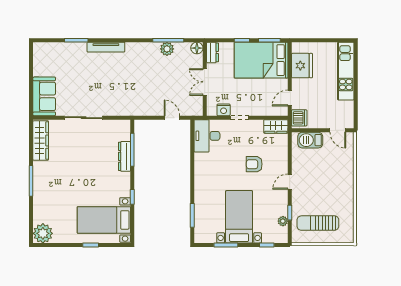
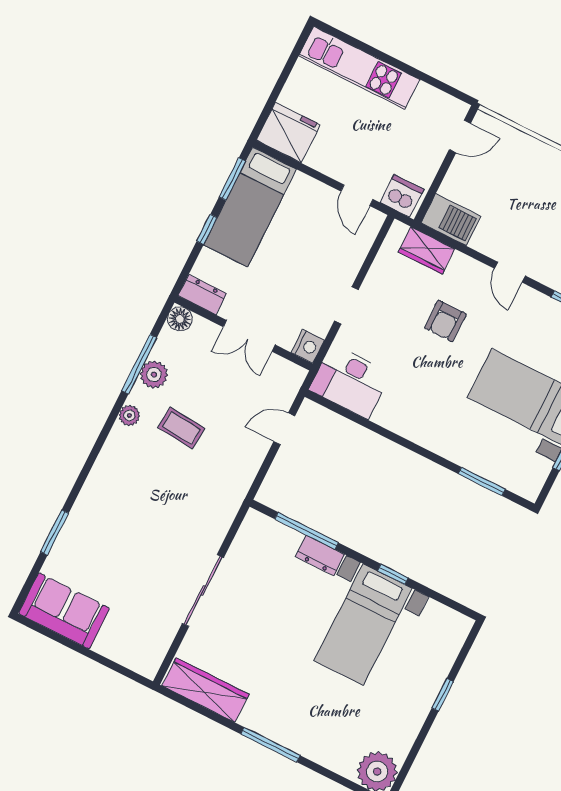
tv unit: (106, 47) -> (95, 485), removed
plant: (144, 47) -> (129, 415), added
bed: (261, 60) -> (250, 207), width x0.67
fridge: (302, 66) -> (288, 133), moved
coffee table: (150, 73) -> (181, 428), added
sofa: (44, 96) -> (64, 611), moved
nightstand: (224, 110) -> (308, 346), moved
wardrobe: (276, 126) -> (426, 250), moved, turned 90
barbecue: (310, 140) -> (451, 220), moved, turned -90
dresser: (124, 156) -> (320, 555), width x0.70
bed with nightstands: (104, 220) -> (363, 625), moved

